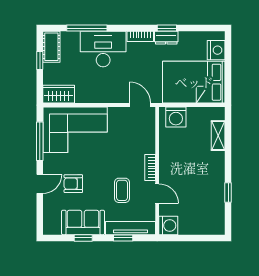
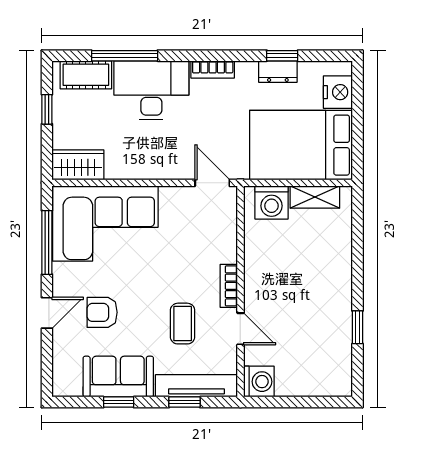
window: (167, 28) -> (282, 56), moved
dresser: (166, 38) -> (278, 72), moved
cot: (51, 47) -> (86, 75), moved, turned 90
shelving: (218, 136) -> (315, 197), moved, turned 90

